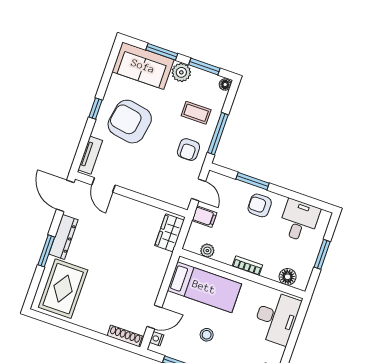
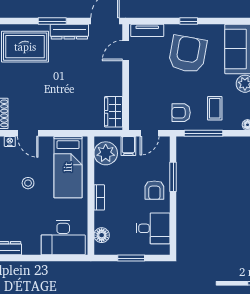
armchair: (260, 205) -> (154, 190), turned 180
wardrobe: (170, 233) -> (114, 112), moved, turned -90
plant: (207, 251) -> (106, 153), width x1.88, depth x1.88

